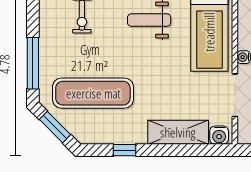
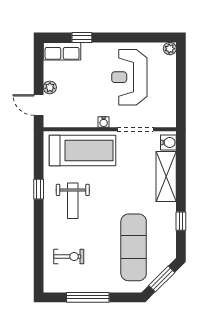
window: (33, 63) -> (88, 297), moved

